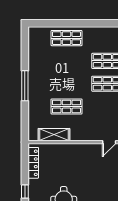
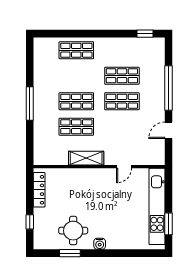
shop shelf: (66, 84) -> (76, 101), added
shelving: (54, 135) -> (86, 158), moved

